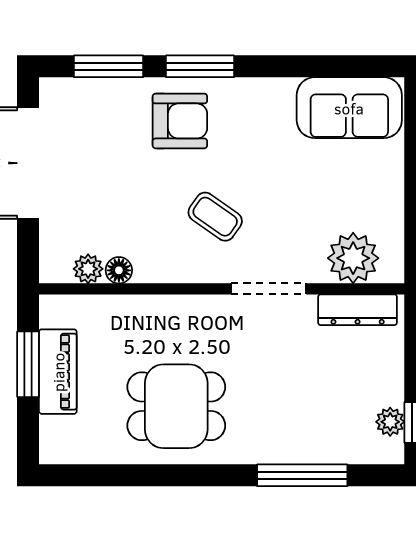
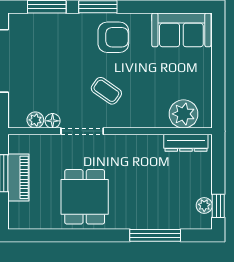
armchair: (180, 121) -> (113, 37), moved
doorway: (269, 289) -> (82, 131), moved
dining table: (176, 406) -> (85, 197), turned 90

